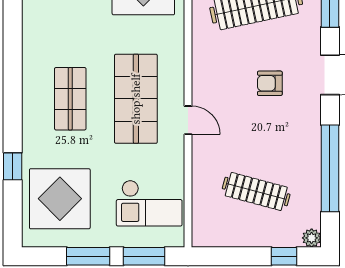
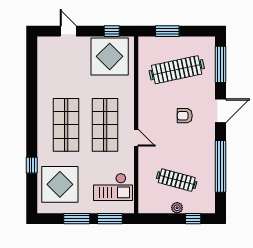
shop shelf: (70, 99) -> (66, 125), width x1.43, depth x1.36
plant: (312, 238) -> (177, 208), moved

